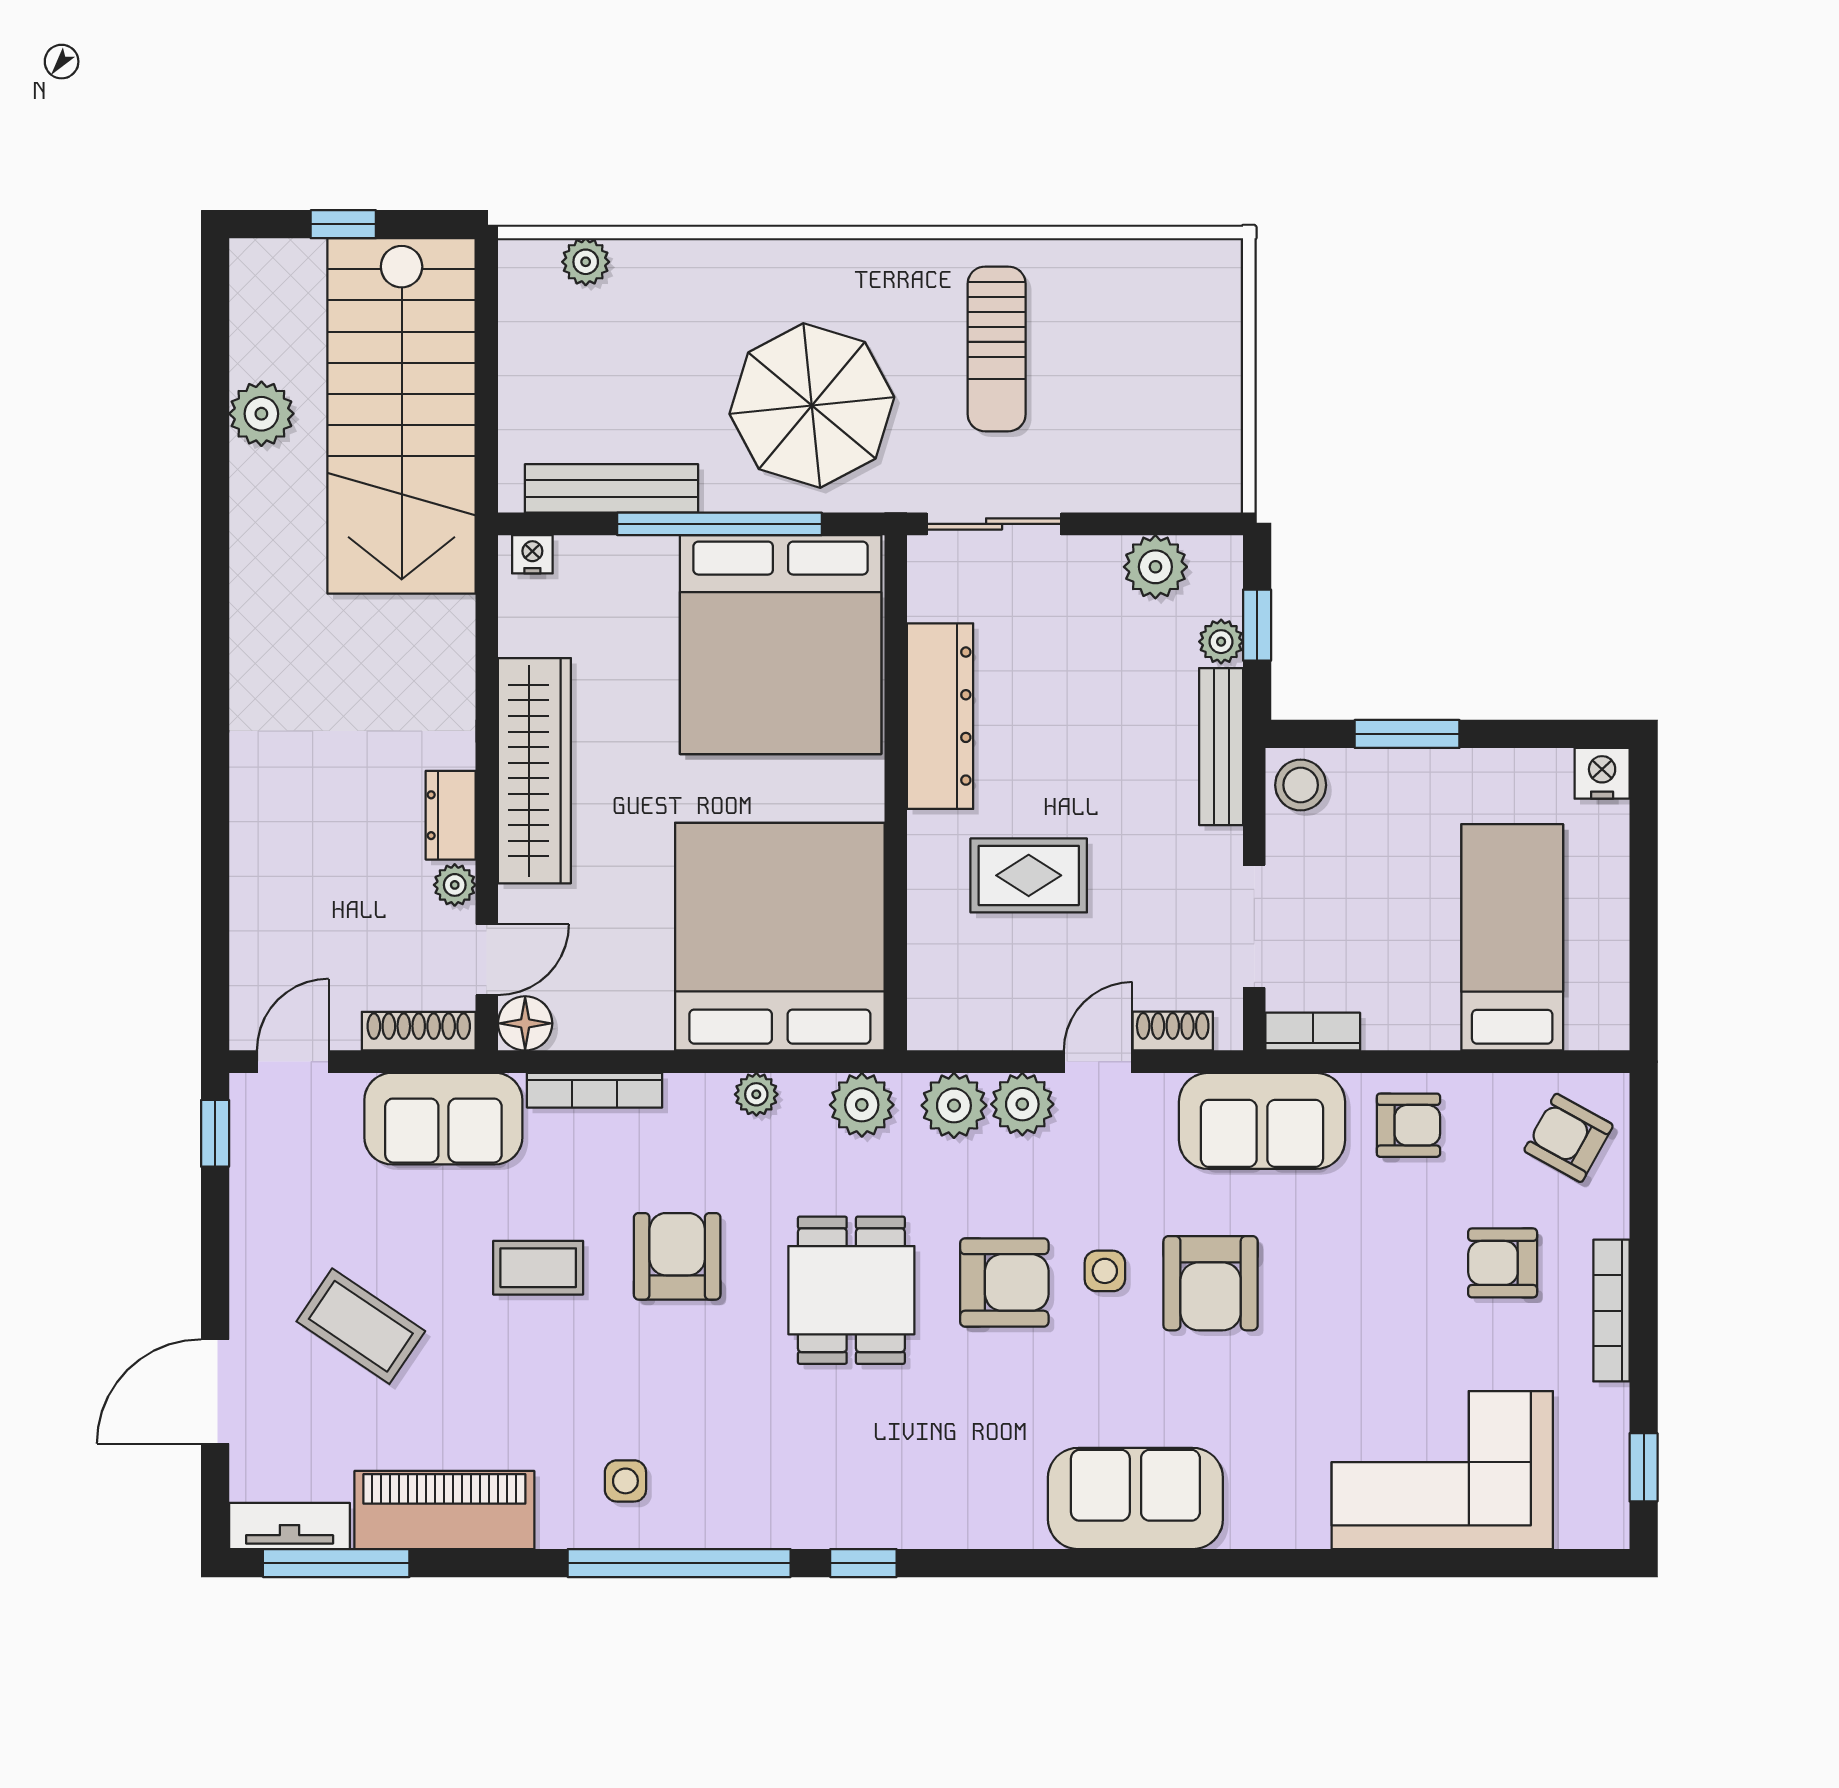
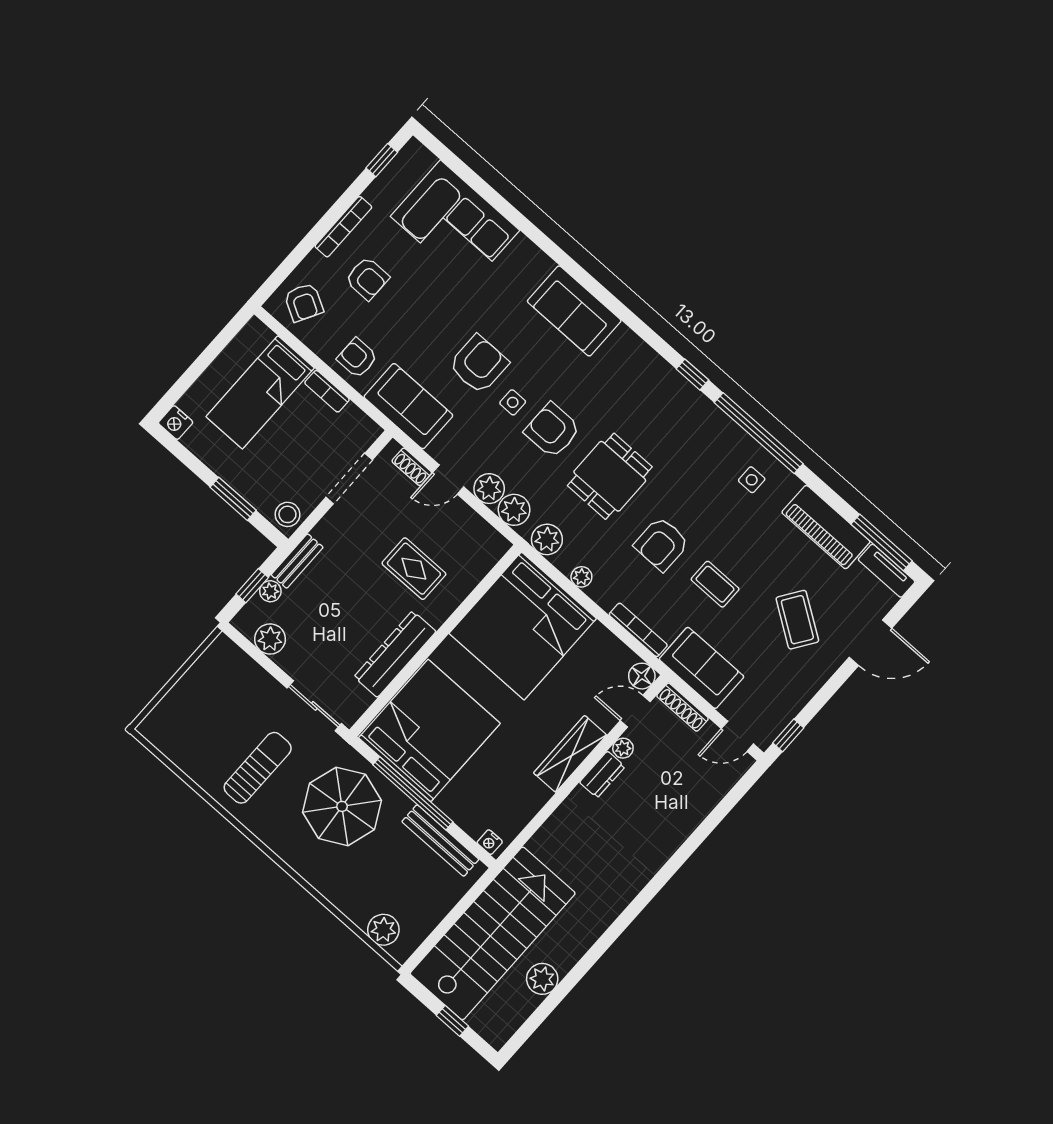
plant: (586, 262) -> (383, 930), width x1.38, depth x1.38
bench: (1221, 747) -> (297, 561), width x0.73
wardrobe: (534, 771) -> (570, 754), width x0.71, depth x0.85
bookcase: (1313, 1032) -> (327, 391), moved

